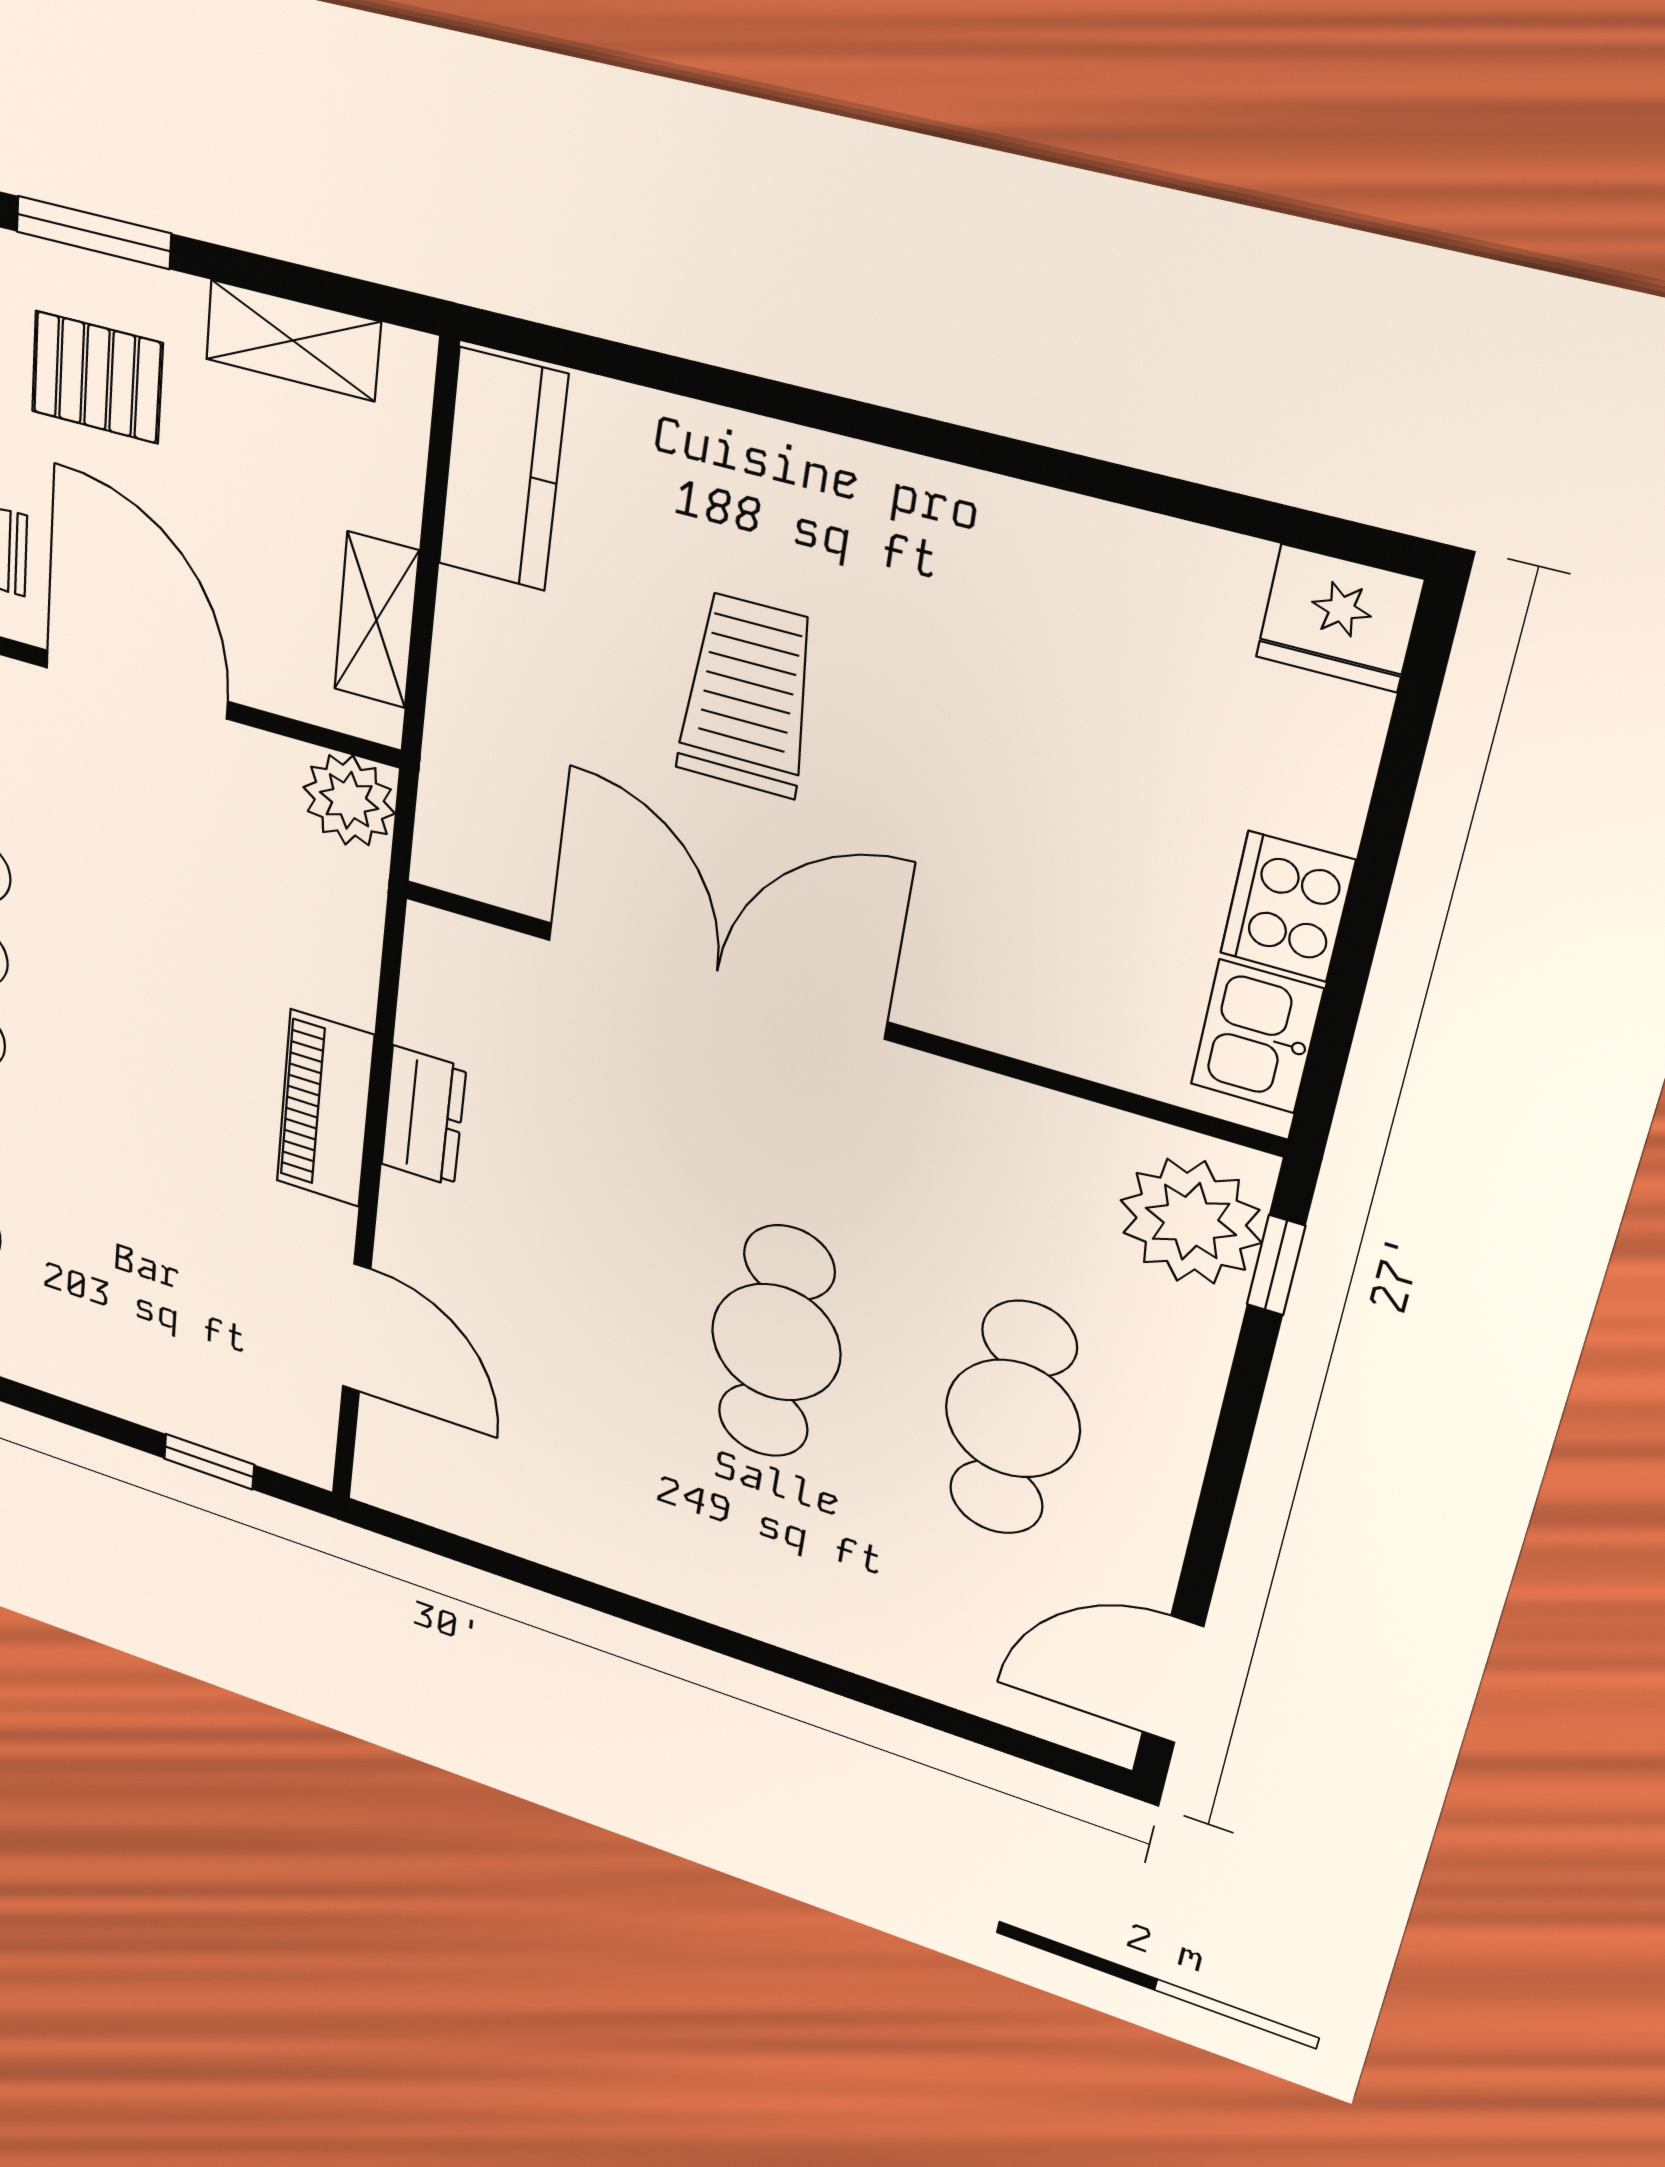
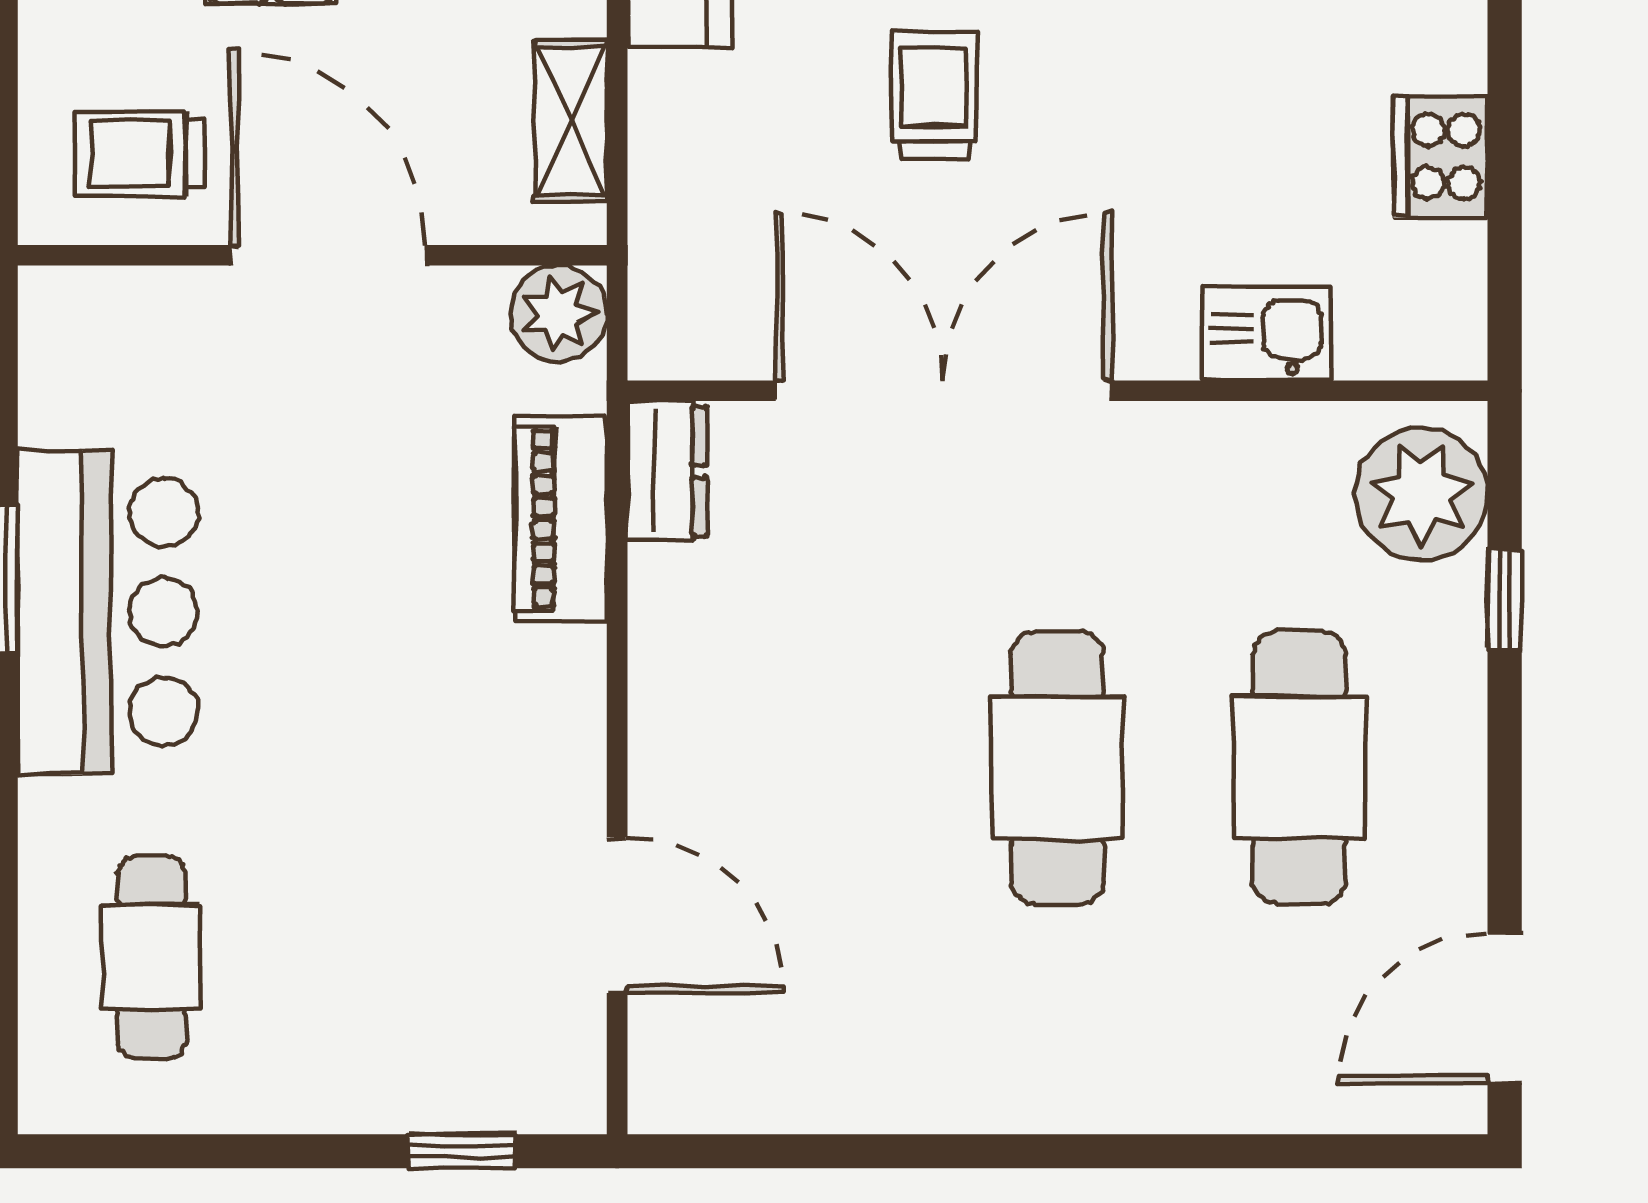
trolley: (748, 695) -> (935, 96), width x0.73, depth x0.72
kitchen sink: (1257, 1037) -> (1266, 334), moved, turned 90
piano: (325, 1109) -> (561, 518), moved
dresser: (424, 1116) -> (667, 471), moved
window: (1276, 1265) -> (1505, 600), moved

